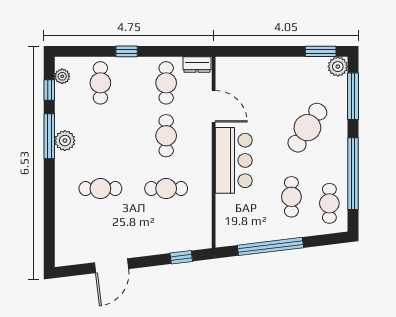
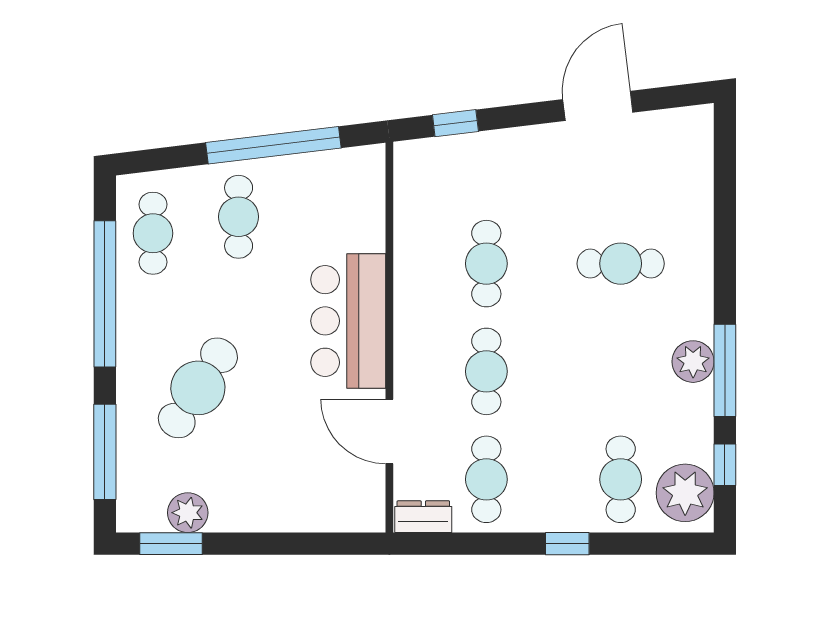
plant: (338, 67) -> (188, 513), moved
plant: (62, 76) -> (685, 493), width x1.87, depth x1.87
cafe table: (166, 189) -> (486, 264), turned 90
cafe table: (291, 197) -> (239, 217), moved

